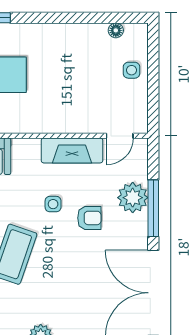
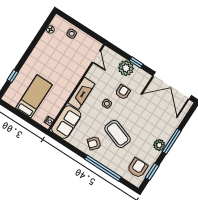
fireplace: (72, 150) -> (81, 93), moved
window: (153, 208) -> (136, 62), width x0.46

